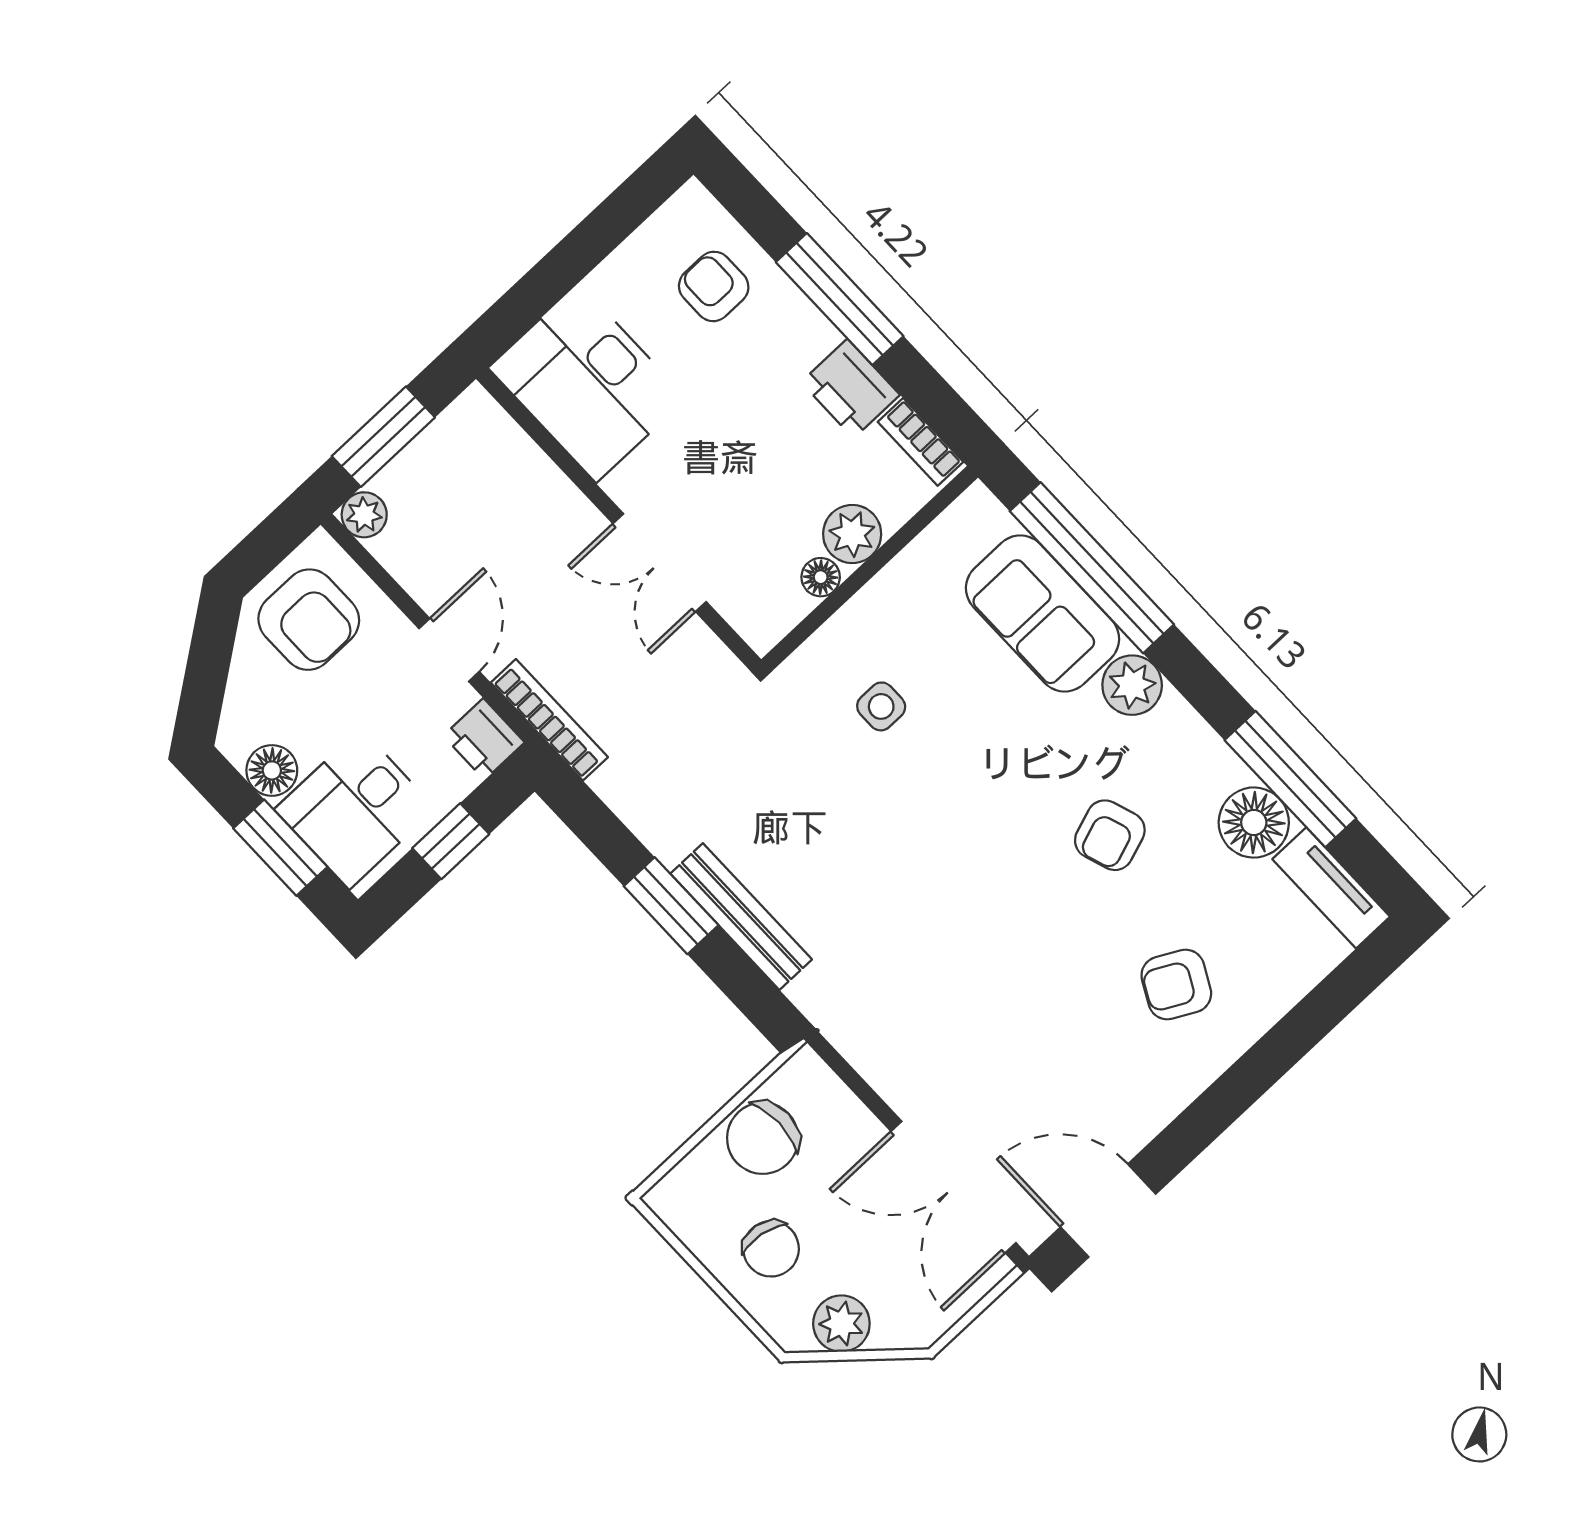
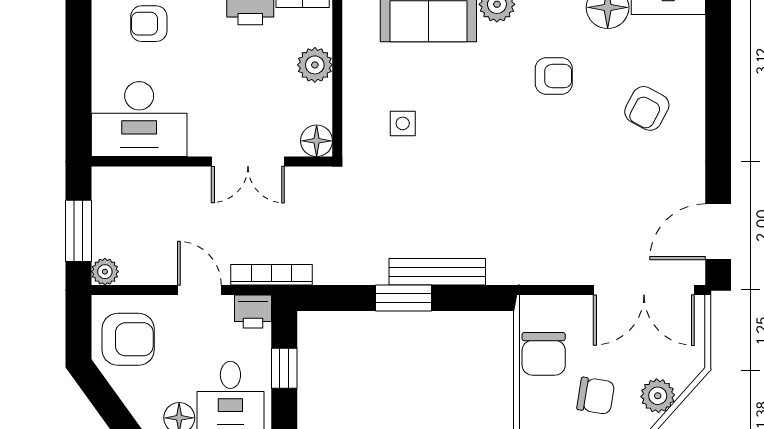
floor lamp: (821, 577) -> (317, 141), moved, width x1.37, depth x1.37
armchair: (1110, 835) -> (554, 76), turned -71

